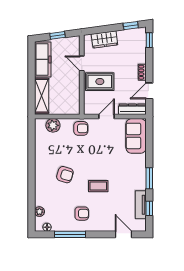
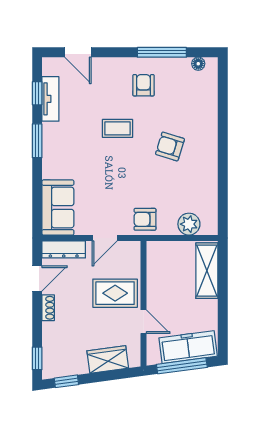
window: (57, 35) -> (182, 366), width x2.17
freezer: (43, 59) -> (188, 347), moved, turned 82
plant: (39, 212) -> (210, 88), removed
armchair: (82, 214) -> (143, 85), turned 90

